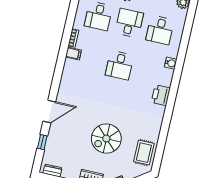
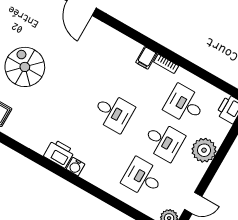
water cooler: (171, 63) -> (75, 167), moved
desk: (120, 65) -> (113, 112), turned 180

